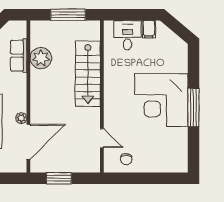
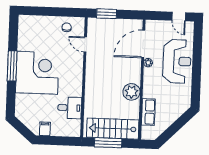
desk: (127, 35) -> (70, 108), moved, turned -90
plant: (41, 58) -> (132, 92), moved
stairs: (88, 74) -> (113, 129), moved, turned -90
window: (59, 178) -> (107, 14), moved

